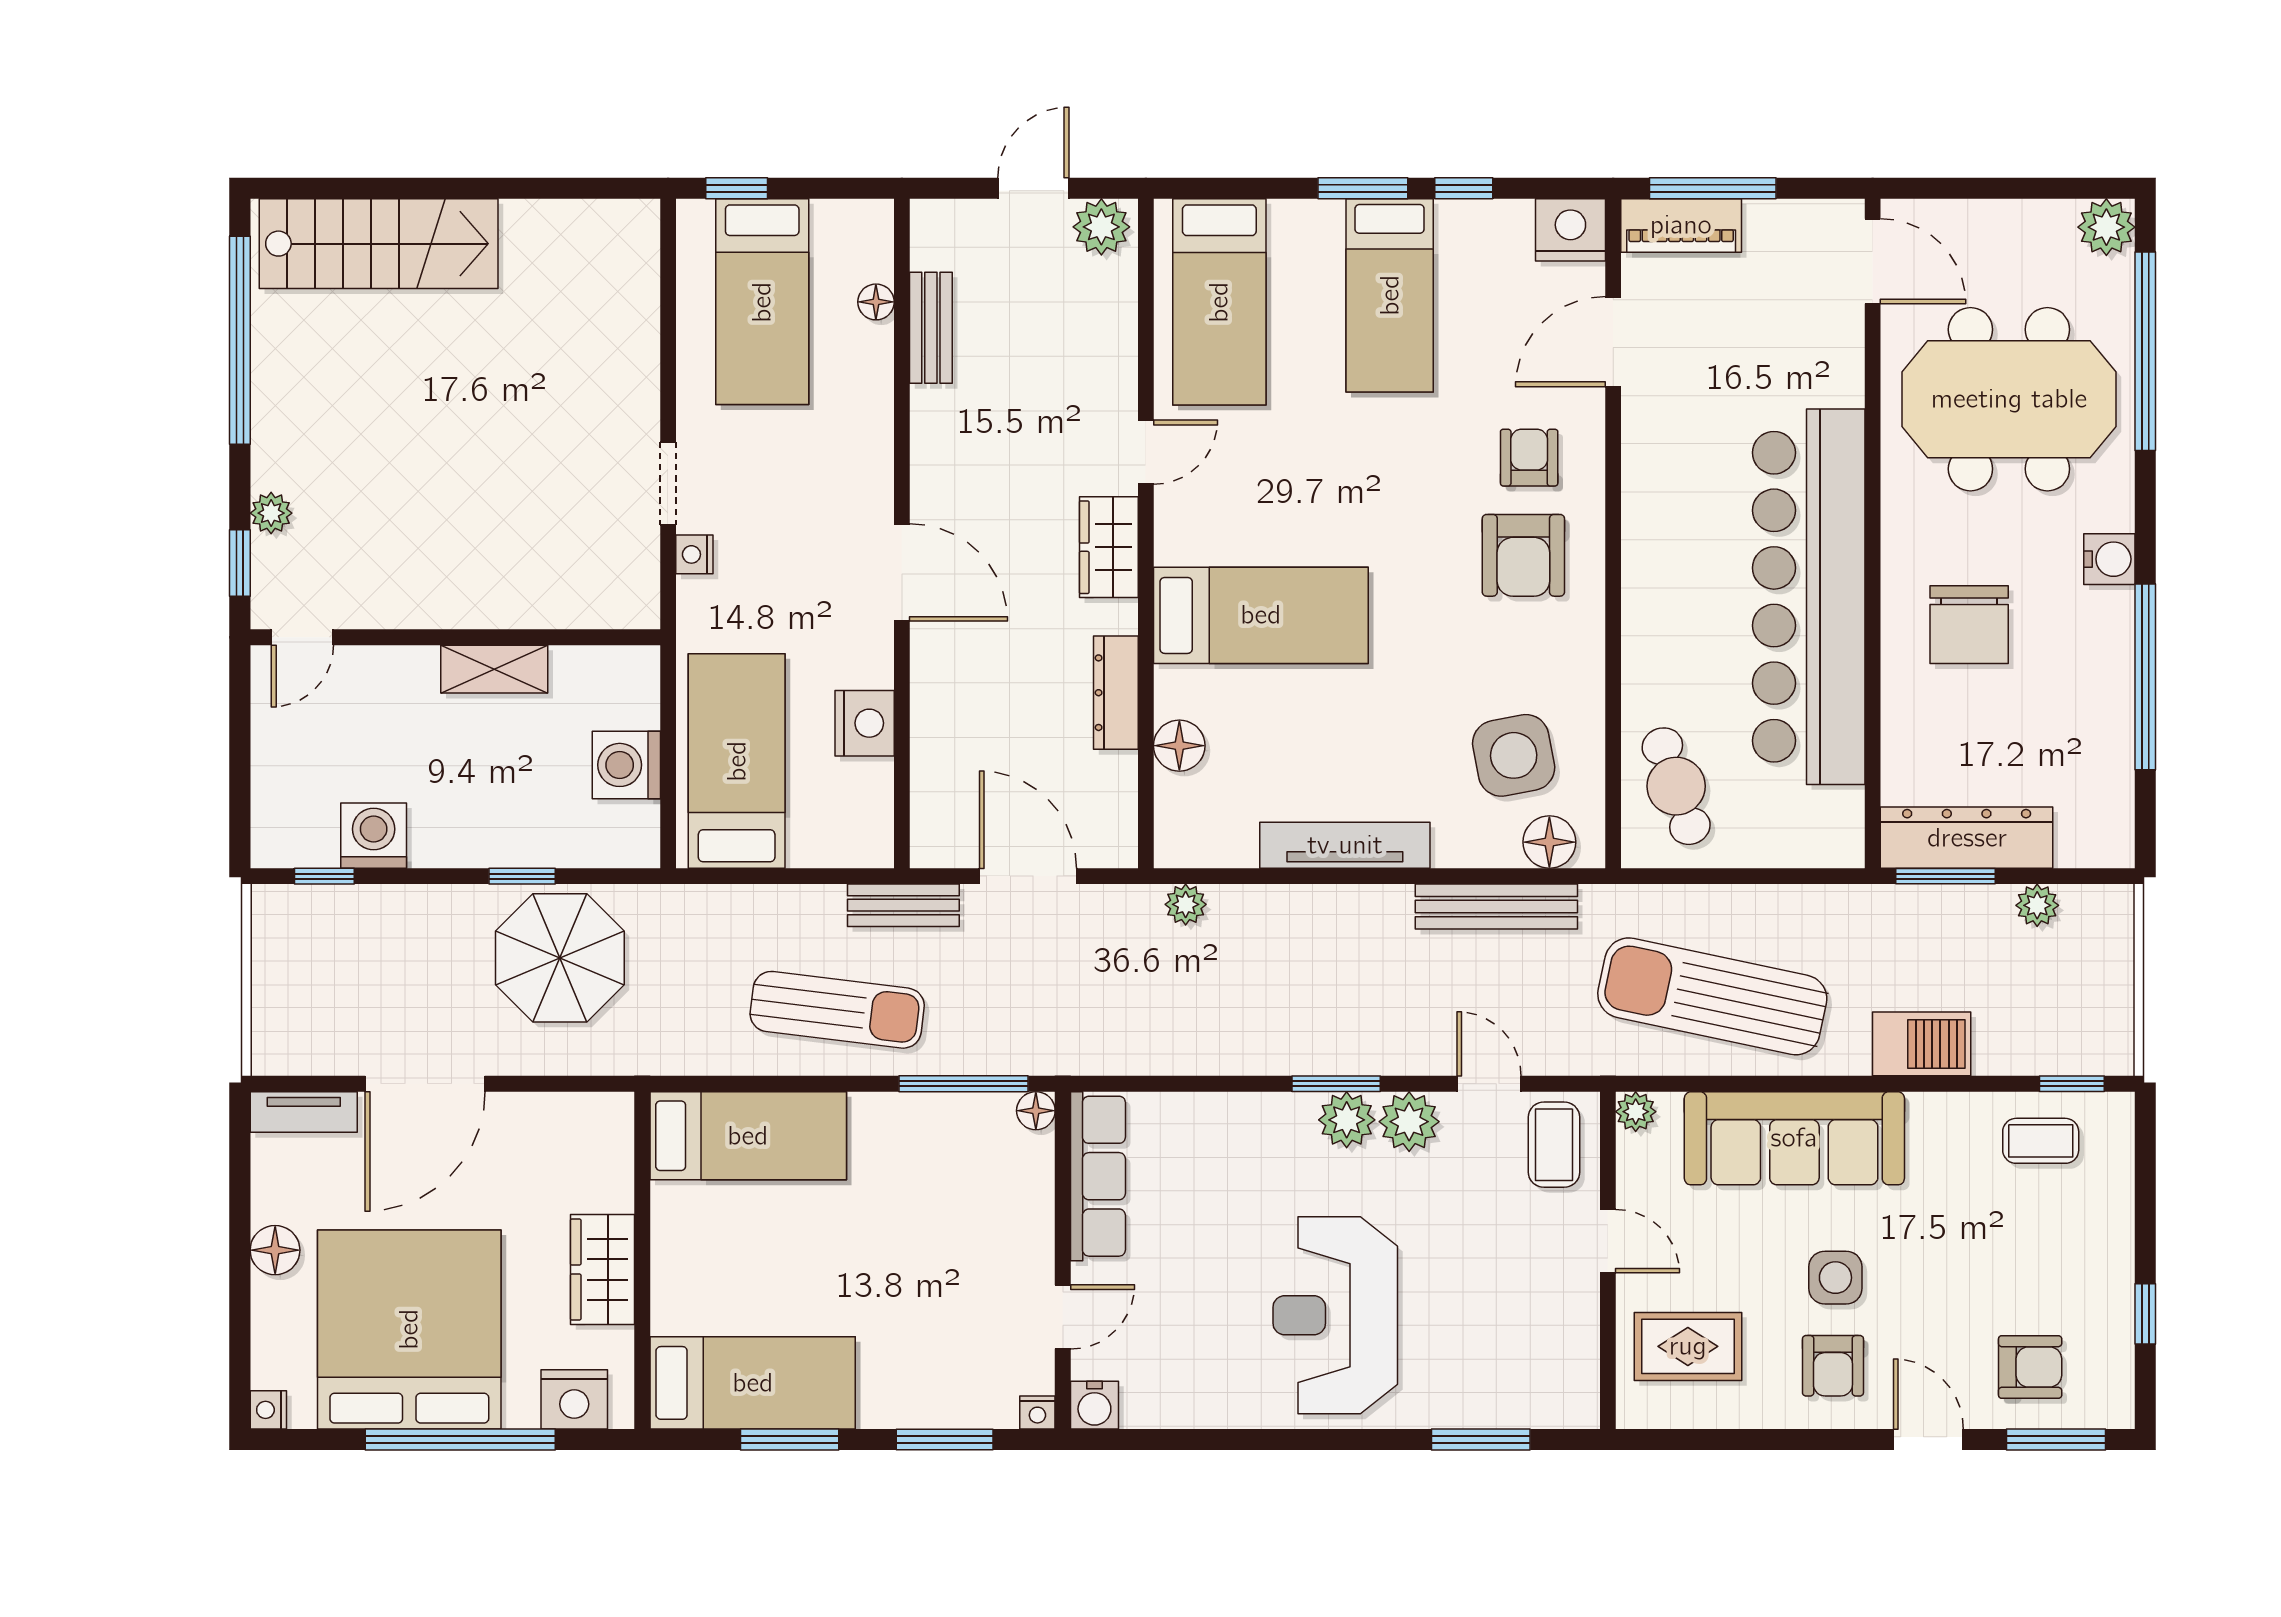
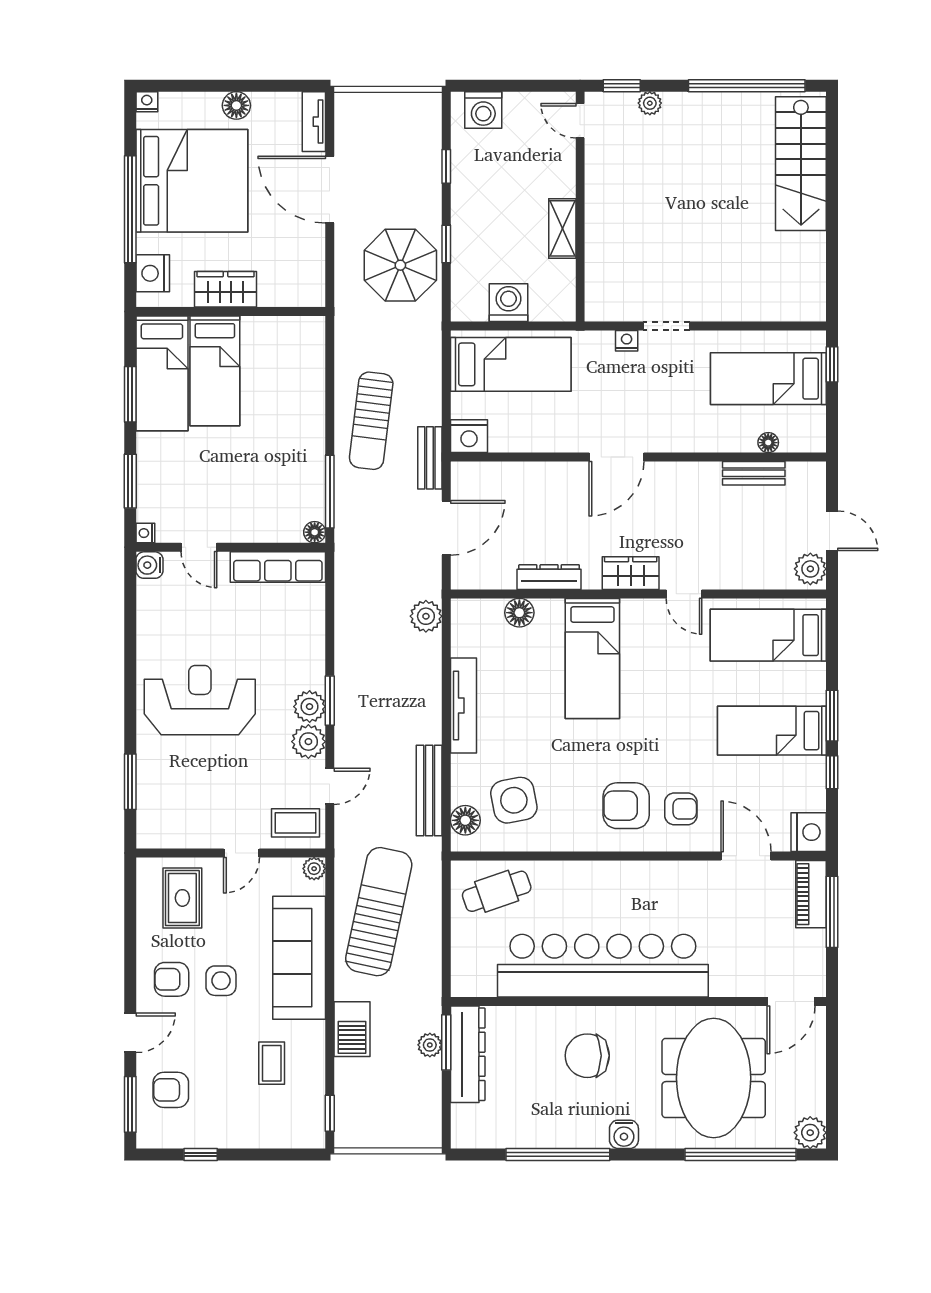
nightstand: (865, 723) -> (469, 436), moved
washing machine: (374, 836) -> (483, 110), moved, turned 90
window: (324, 876) -> (446, 166), moved
plant: (1186, 904) -> (426, 616), width x1.38, depth x1.38
plant: (2037, 905) -> (430, 1045), moved
bed: (748, 1136) -> (215, 371), moved
coffee table: (2041, 1141) -> (272, 1063), moved
armchair: (2030, 1367) -> (171, 1090), turned 90

